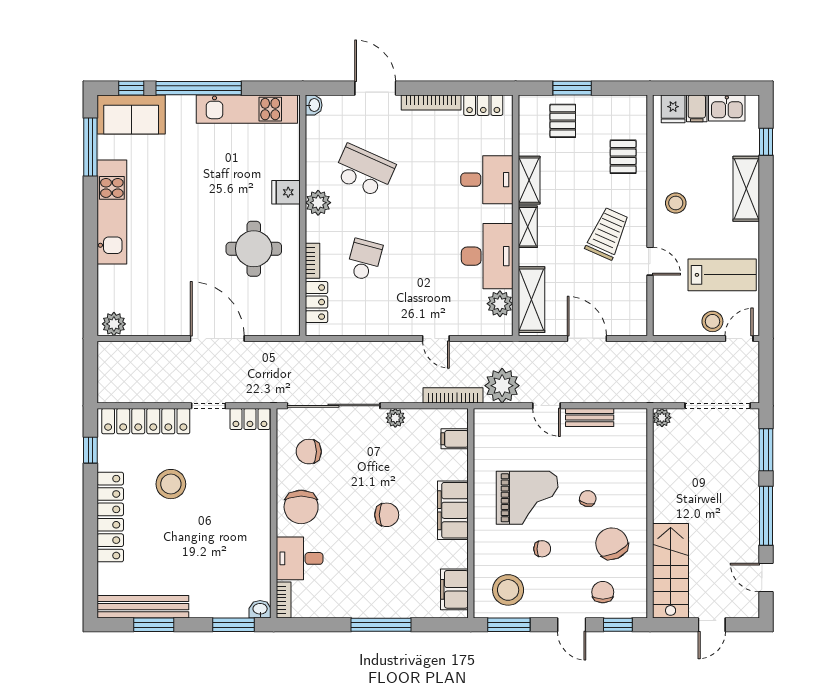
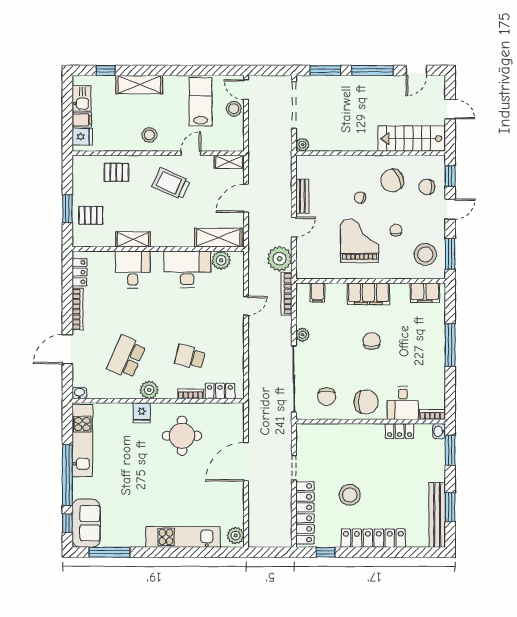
kitchen unit: (112, 212) -> (183, 537), moved
shelving: (528, 227) -> (229, 162), moved
locker: (250, 419) -> (400, 431), moved, turned 90

